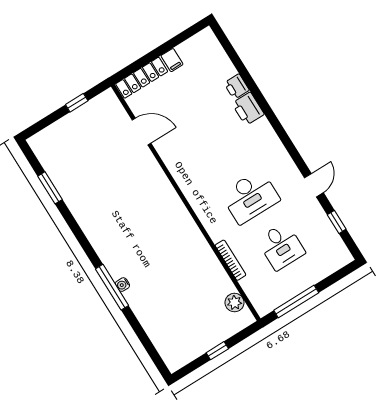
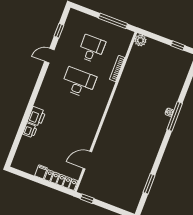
window: (77, 103) -> (87, 199), moved
door: (142, 131) -> (87, 160), hinge flipped
plant: (234, 303) -> (140, 40), moved
window: (217, 351) -> (178, 46), moved

